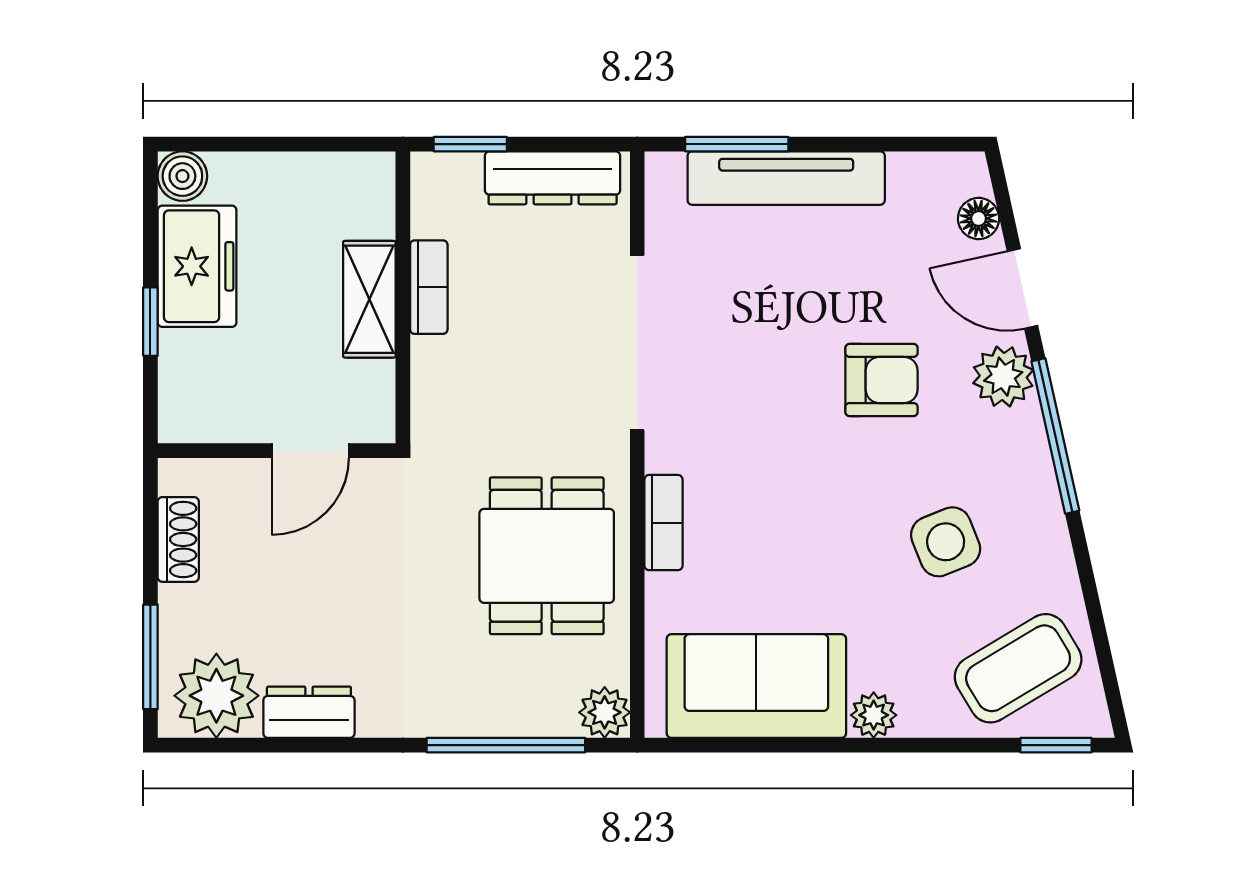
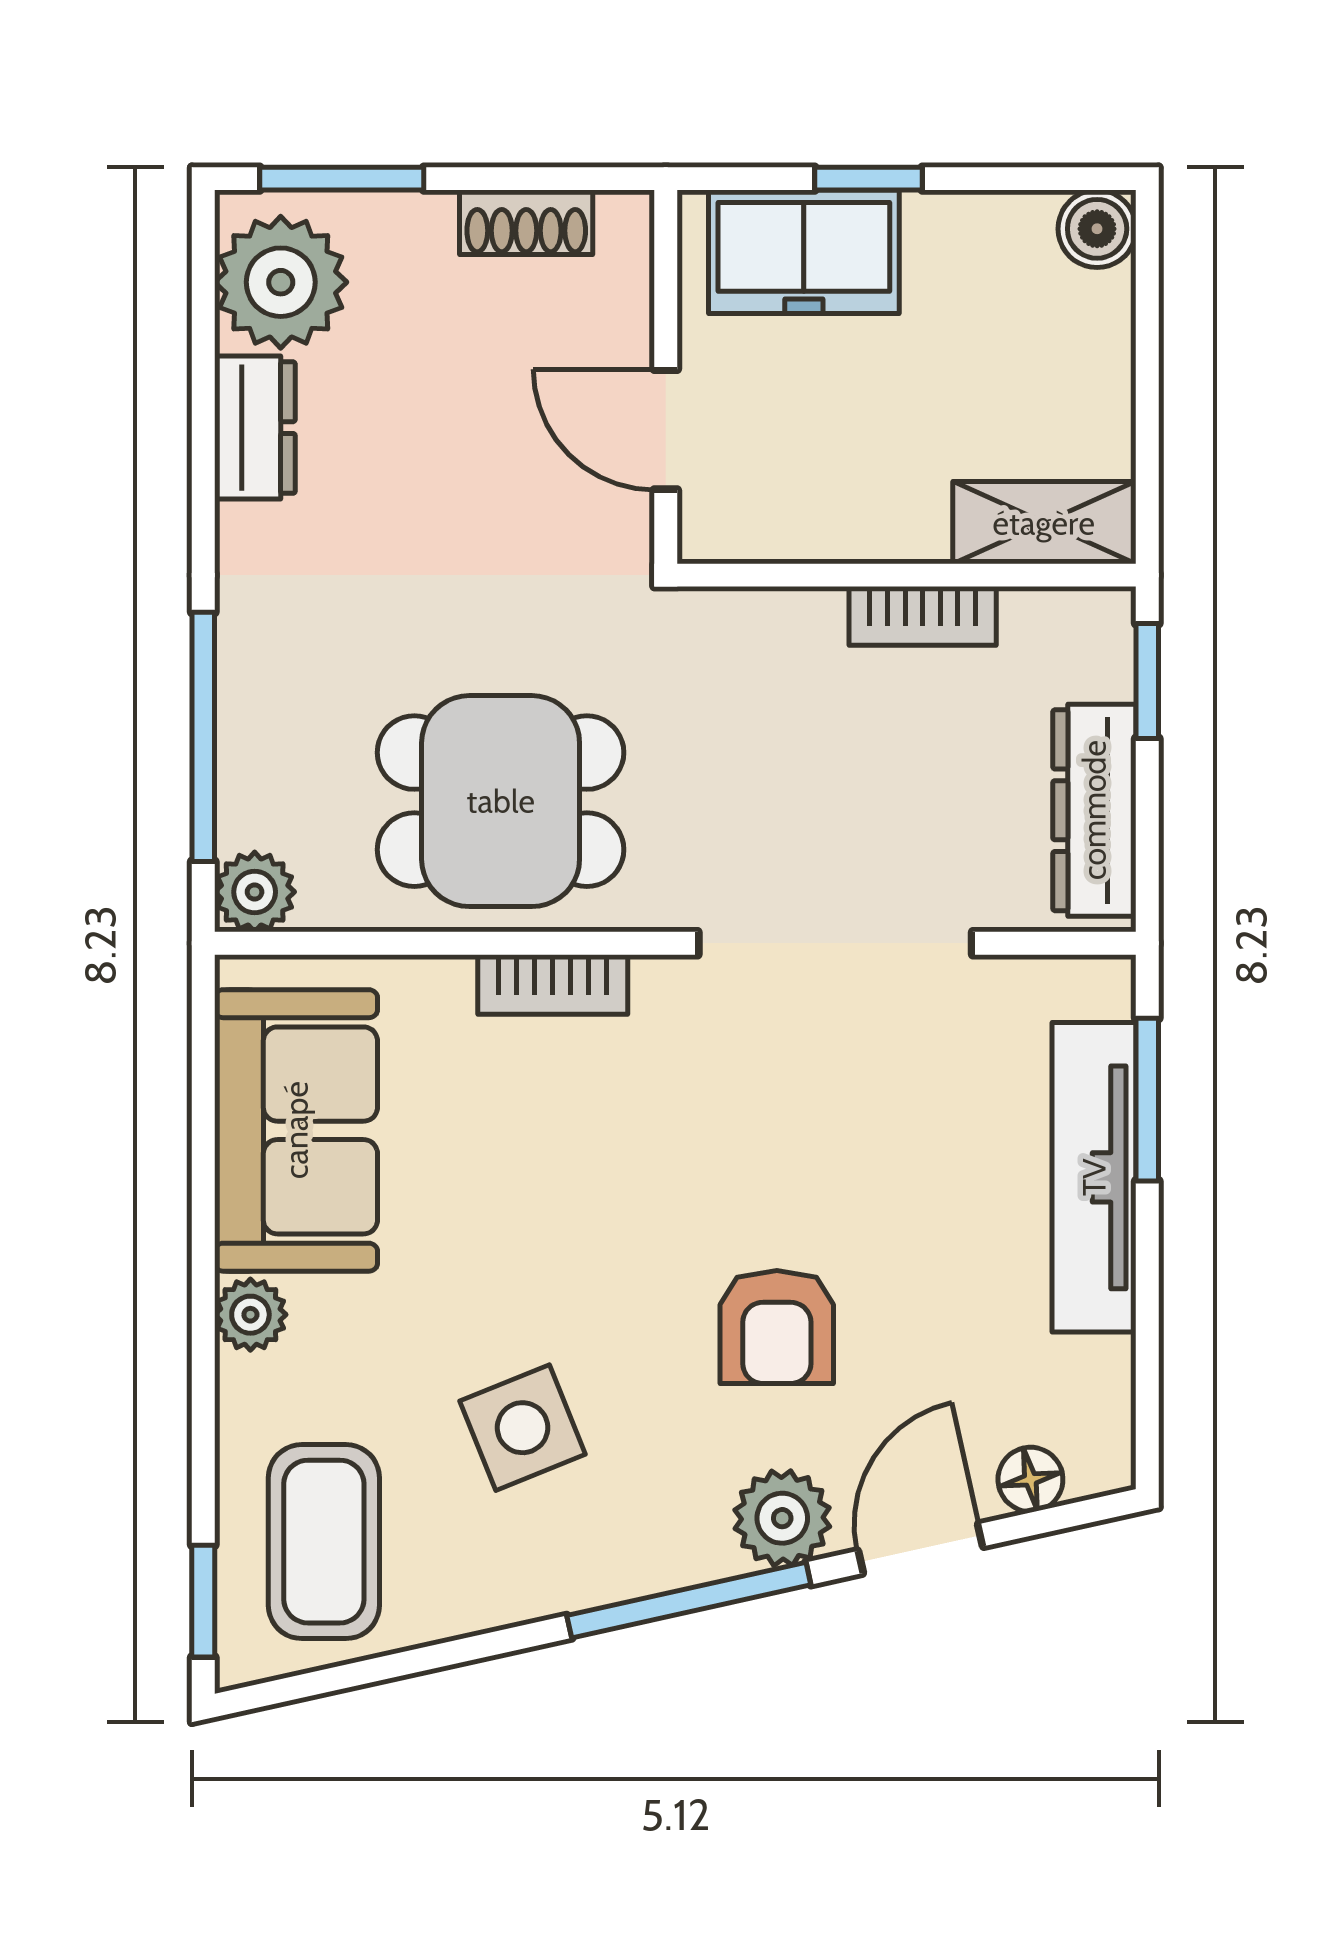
freezer: (197, 266) -> (804, 252), moved
shelving: (369, 299) -> (1044, 523), moved
coffee table: (1018, 668) -> (324, 1542), turned 31

